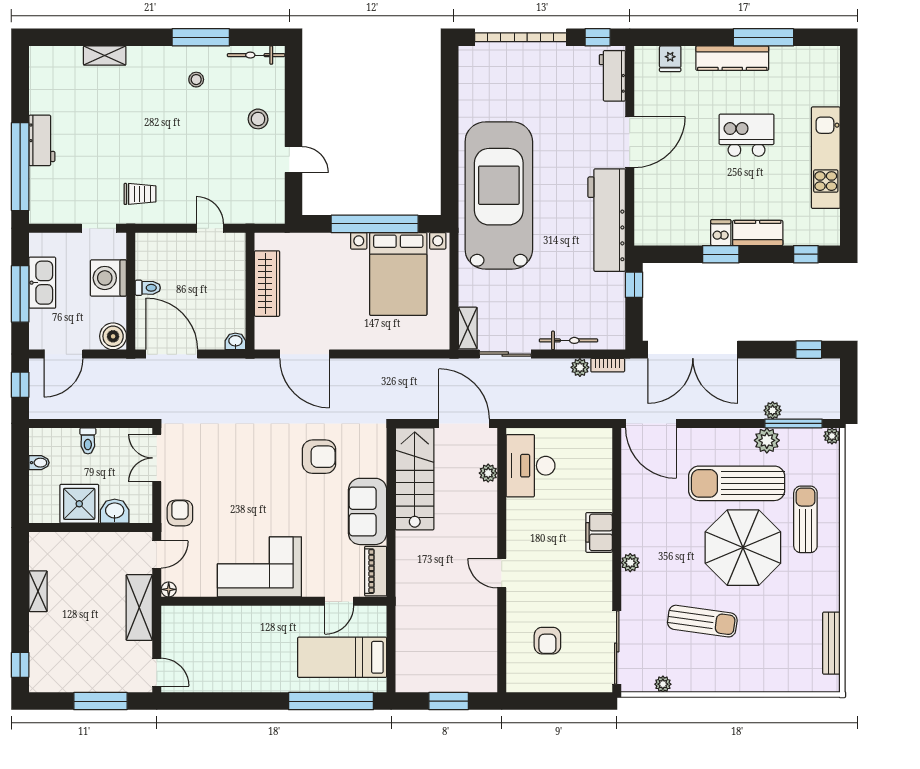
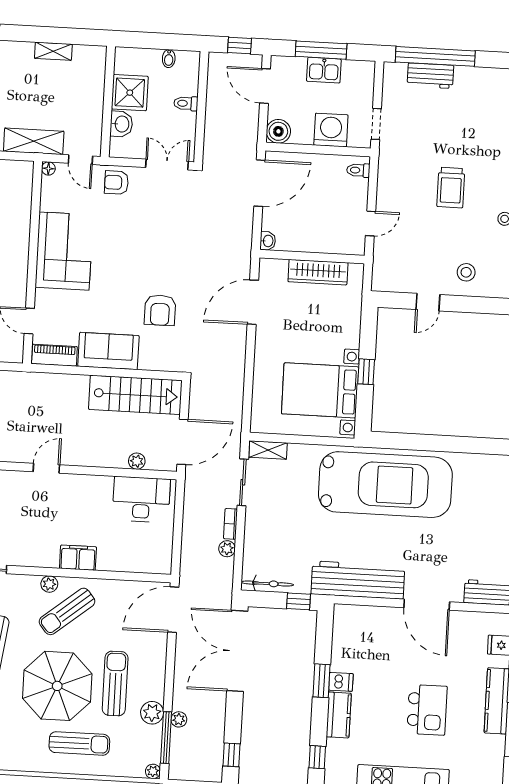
workbench: (42, 140) -> (430, 76), moved
trolley: (140, 194) -> (451, 188), moved, width x1.36, depth x1.39
window: (375, 224) -> (366, 372), width x0.32
kitchen sink: (42, 283) -> (324, 70), width x0.73
toilet: (148, 288) -> (358, 170), moved, turned 90
bicycle: (569, 340) -> (267, 584), moved, turned -90
bookcase: (608, 365) -> (230, 524), moved
sun lounger: (737, 483) -> (115, 683), width x0.73, depth x0.75
armchair: (180, 513) -> (116, 182), turned 180
sun lounger: (660, 541) -> (67, 611), added

